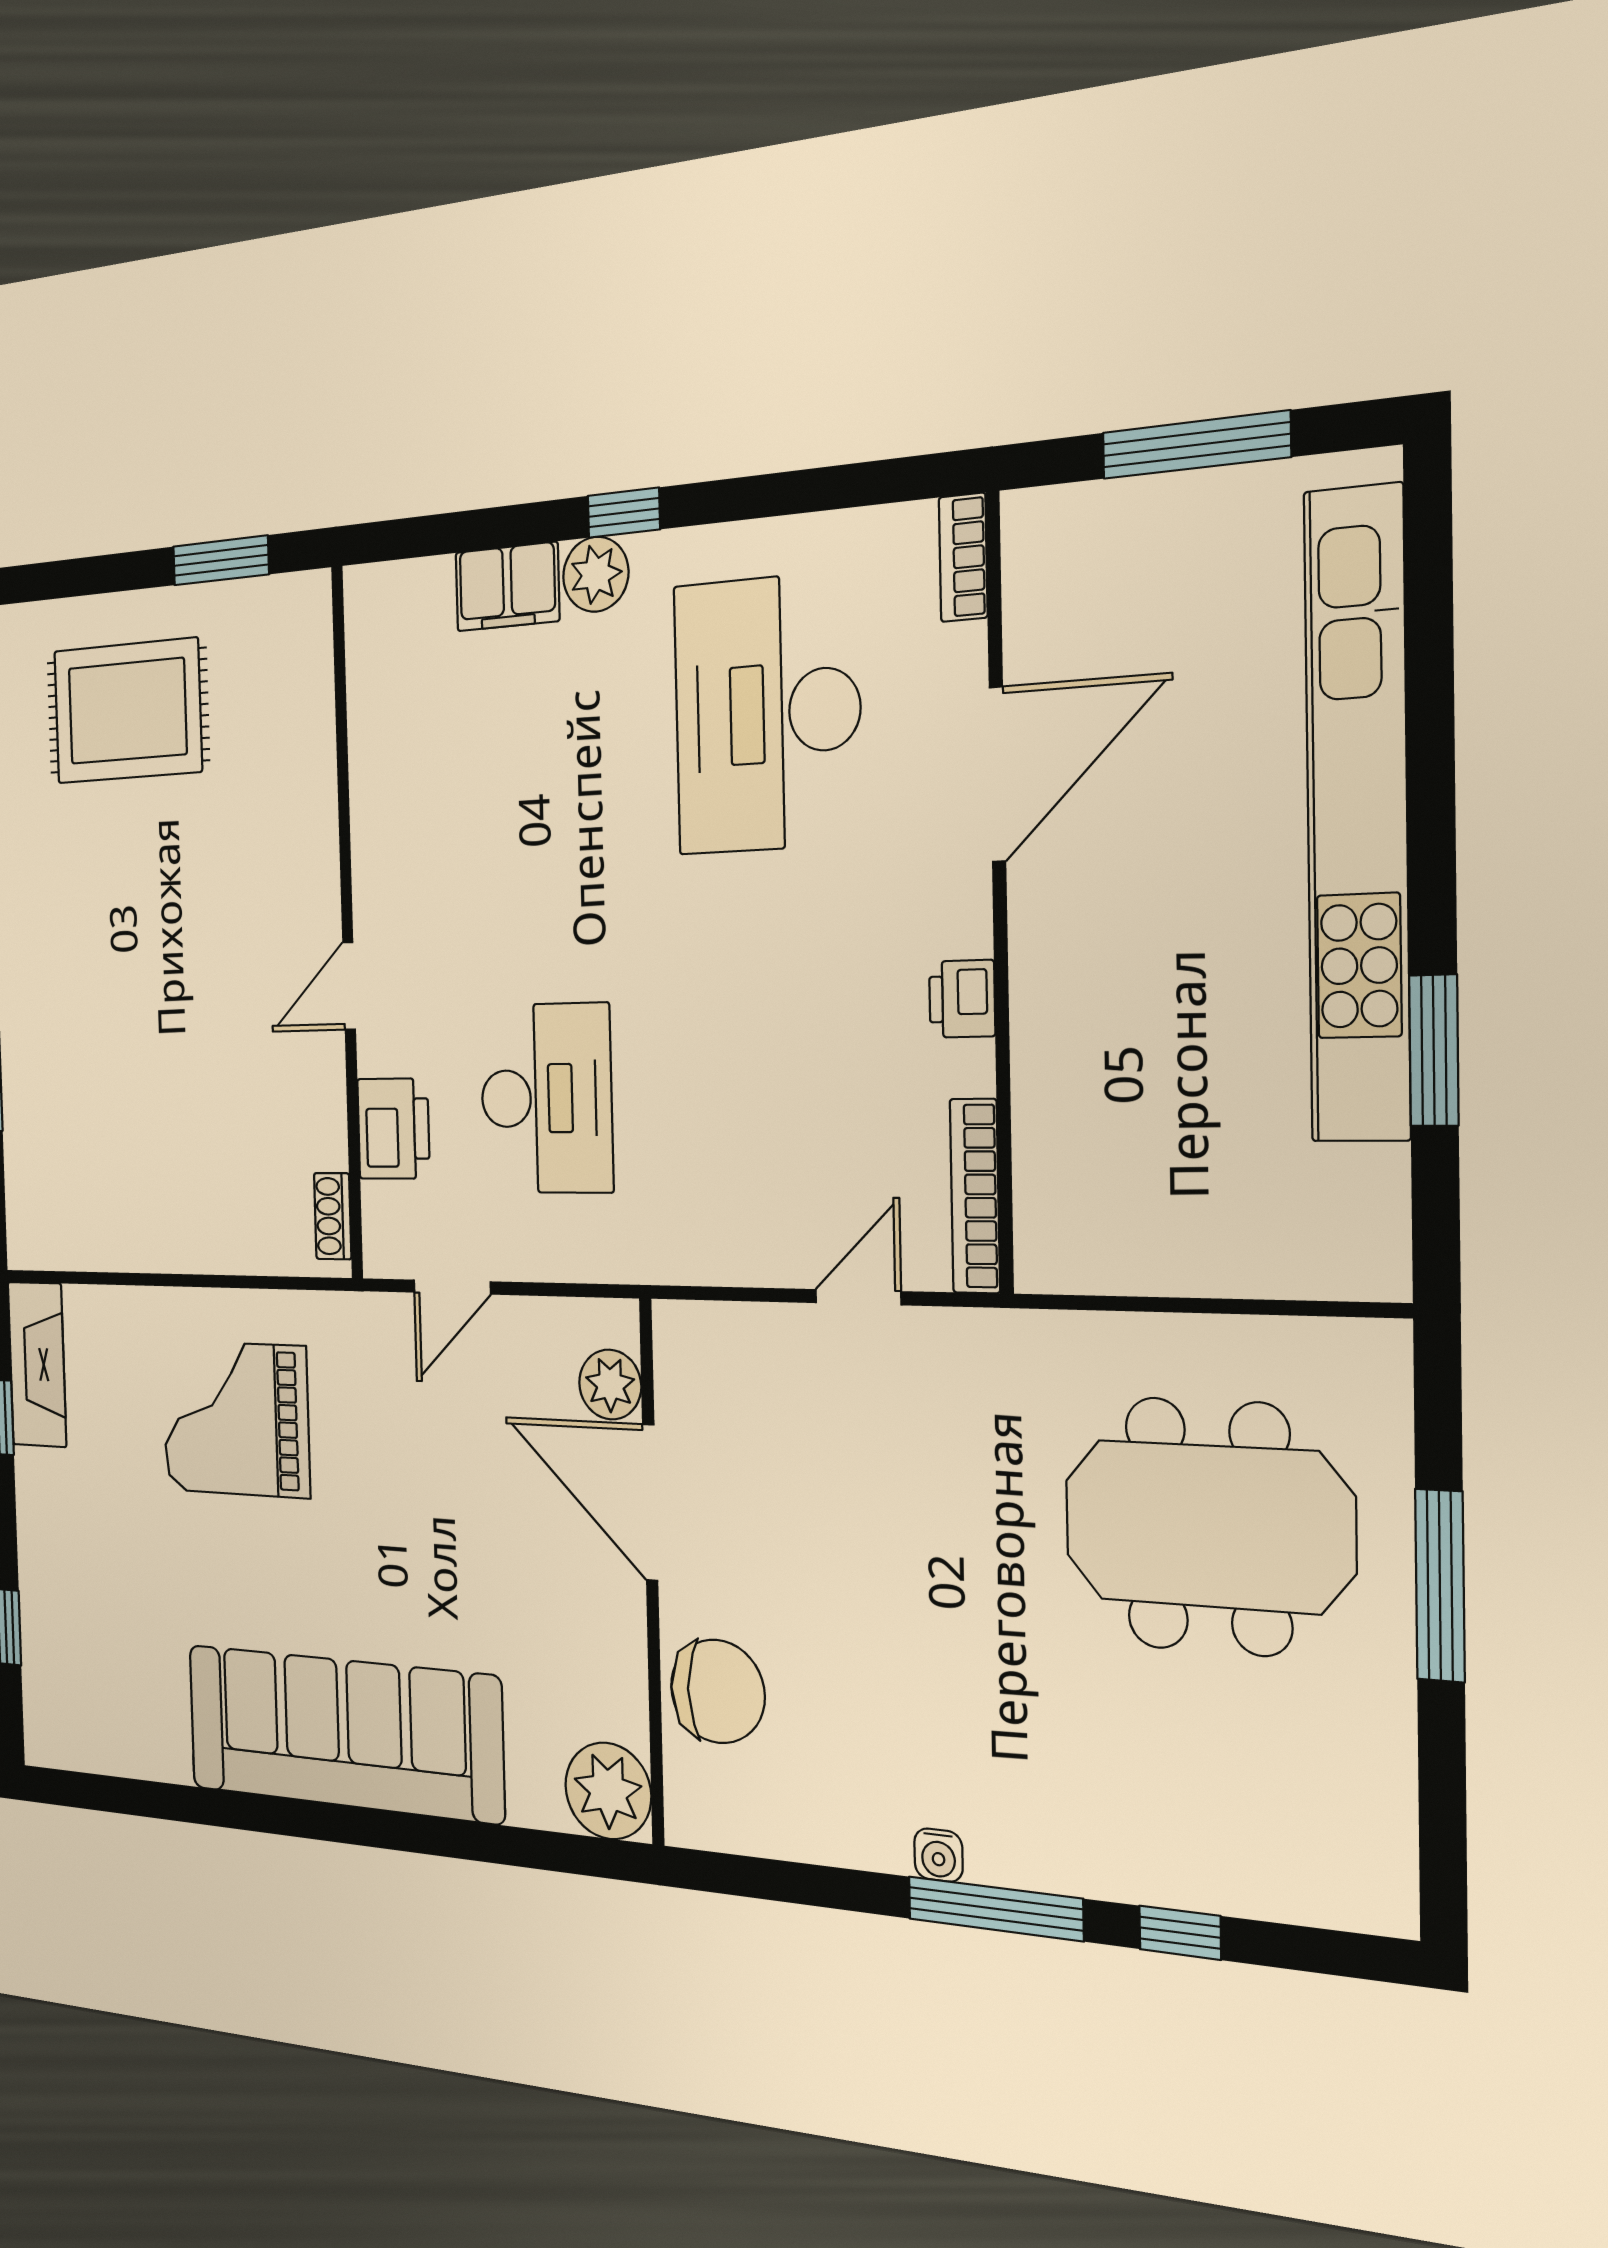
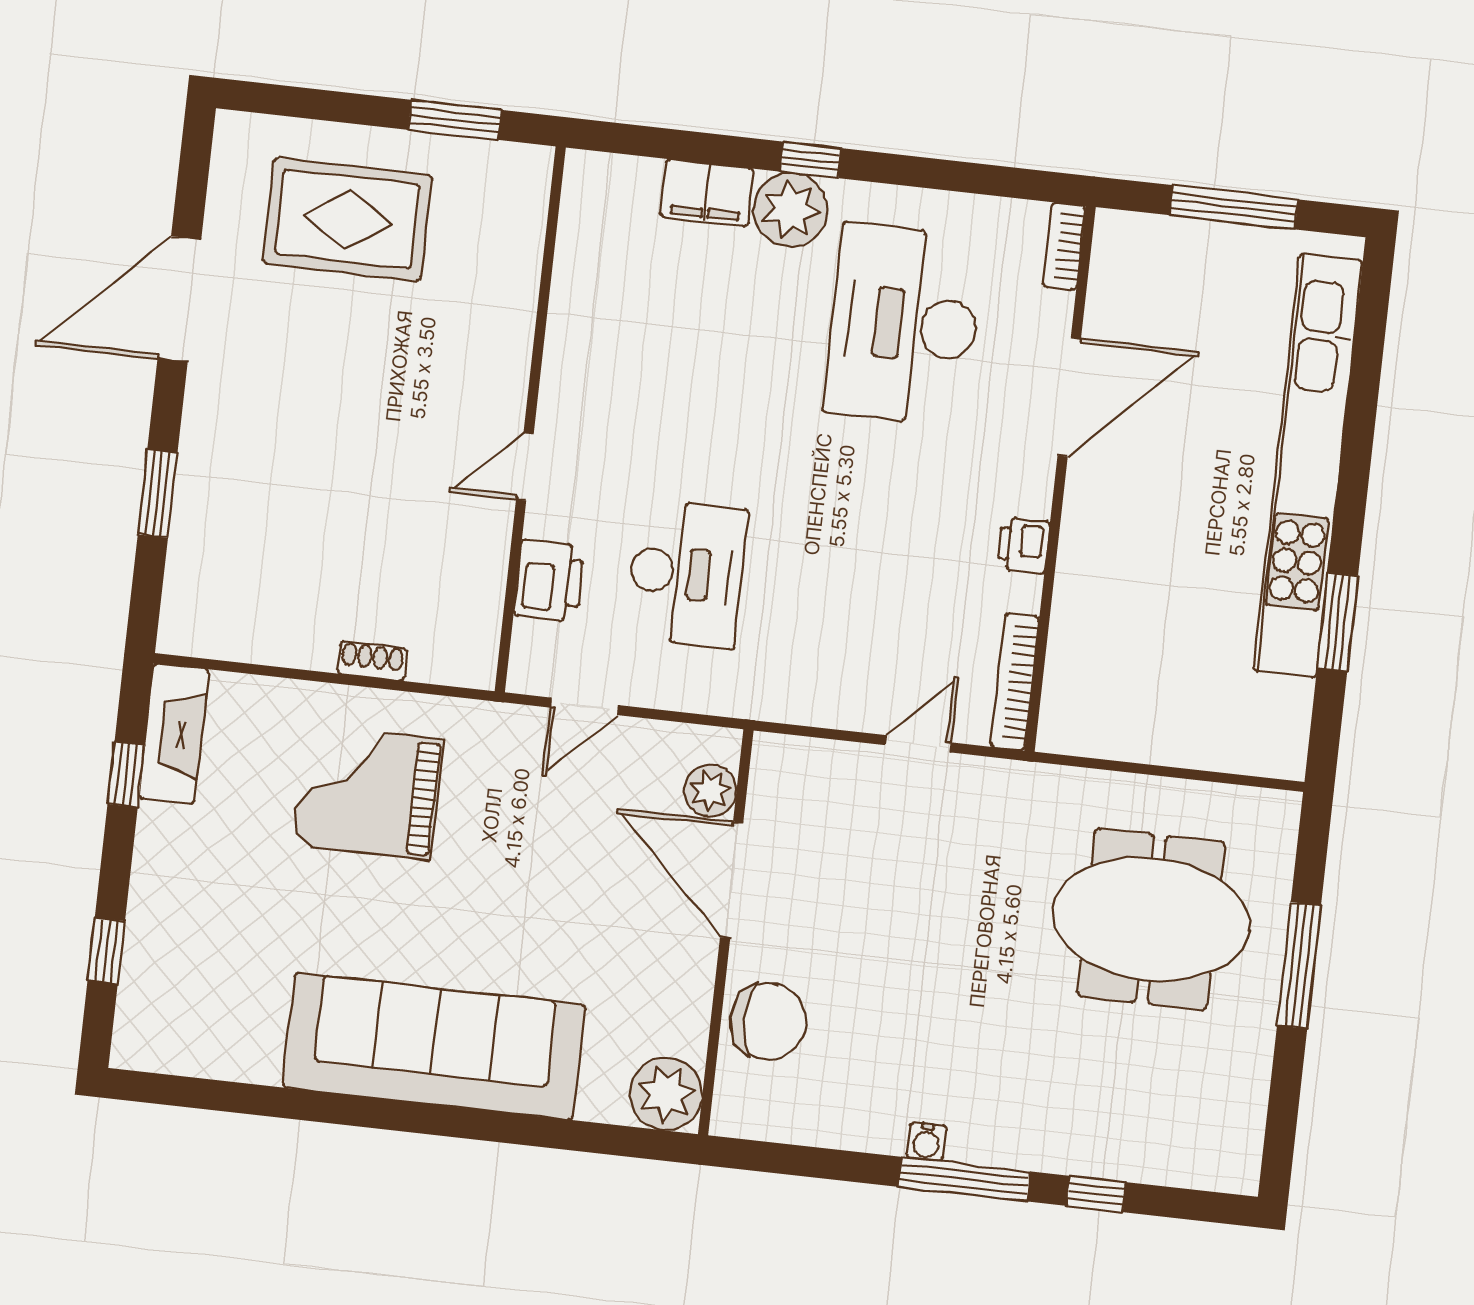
plant: (596, 574) -> (790, 210), width x1.36, depth x1.36
shoe rack: (333, 1216) -> (372, 661), moved, turned 90

